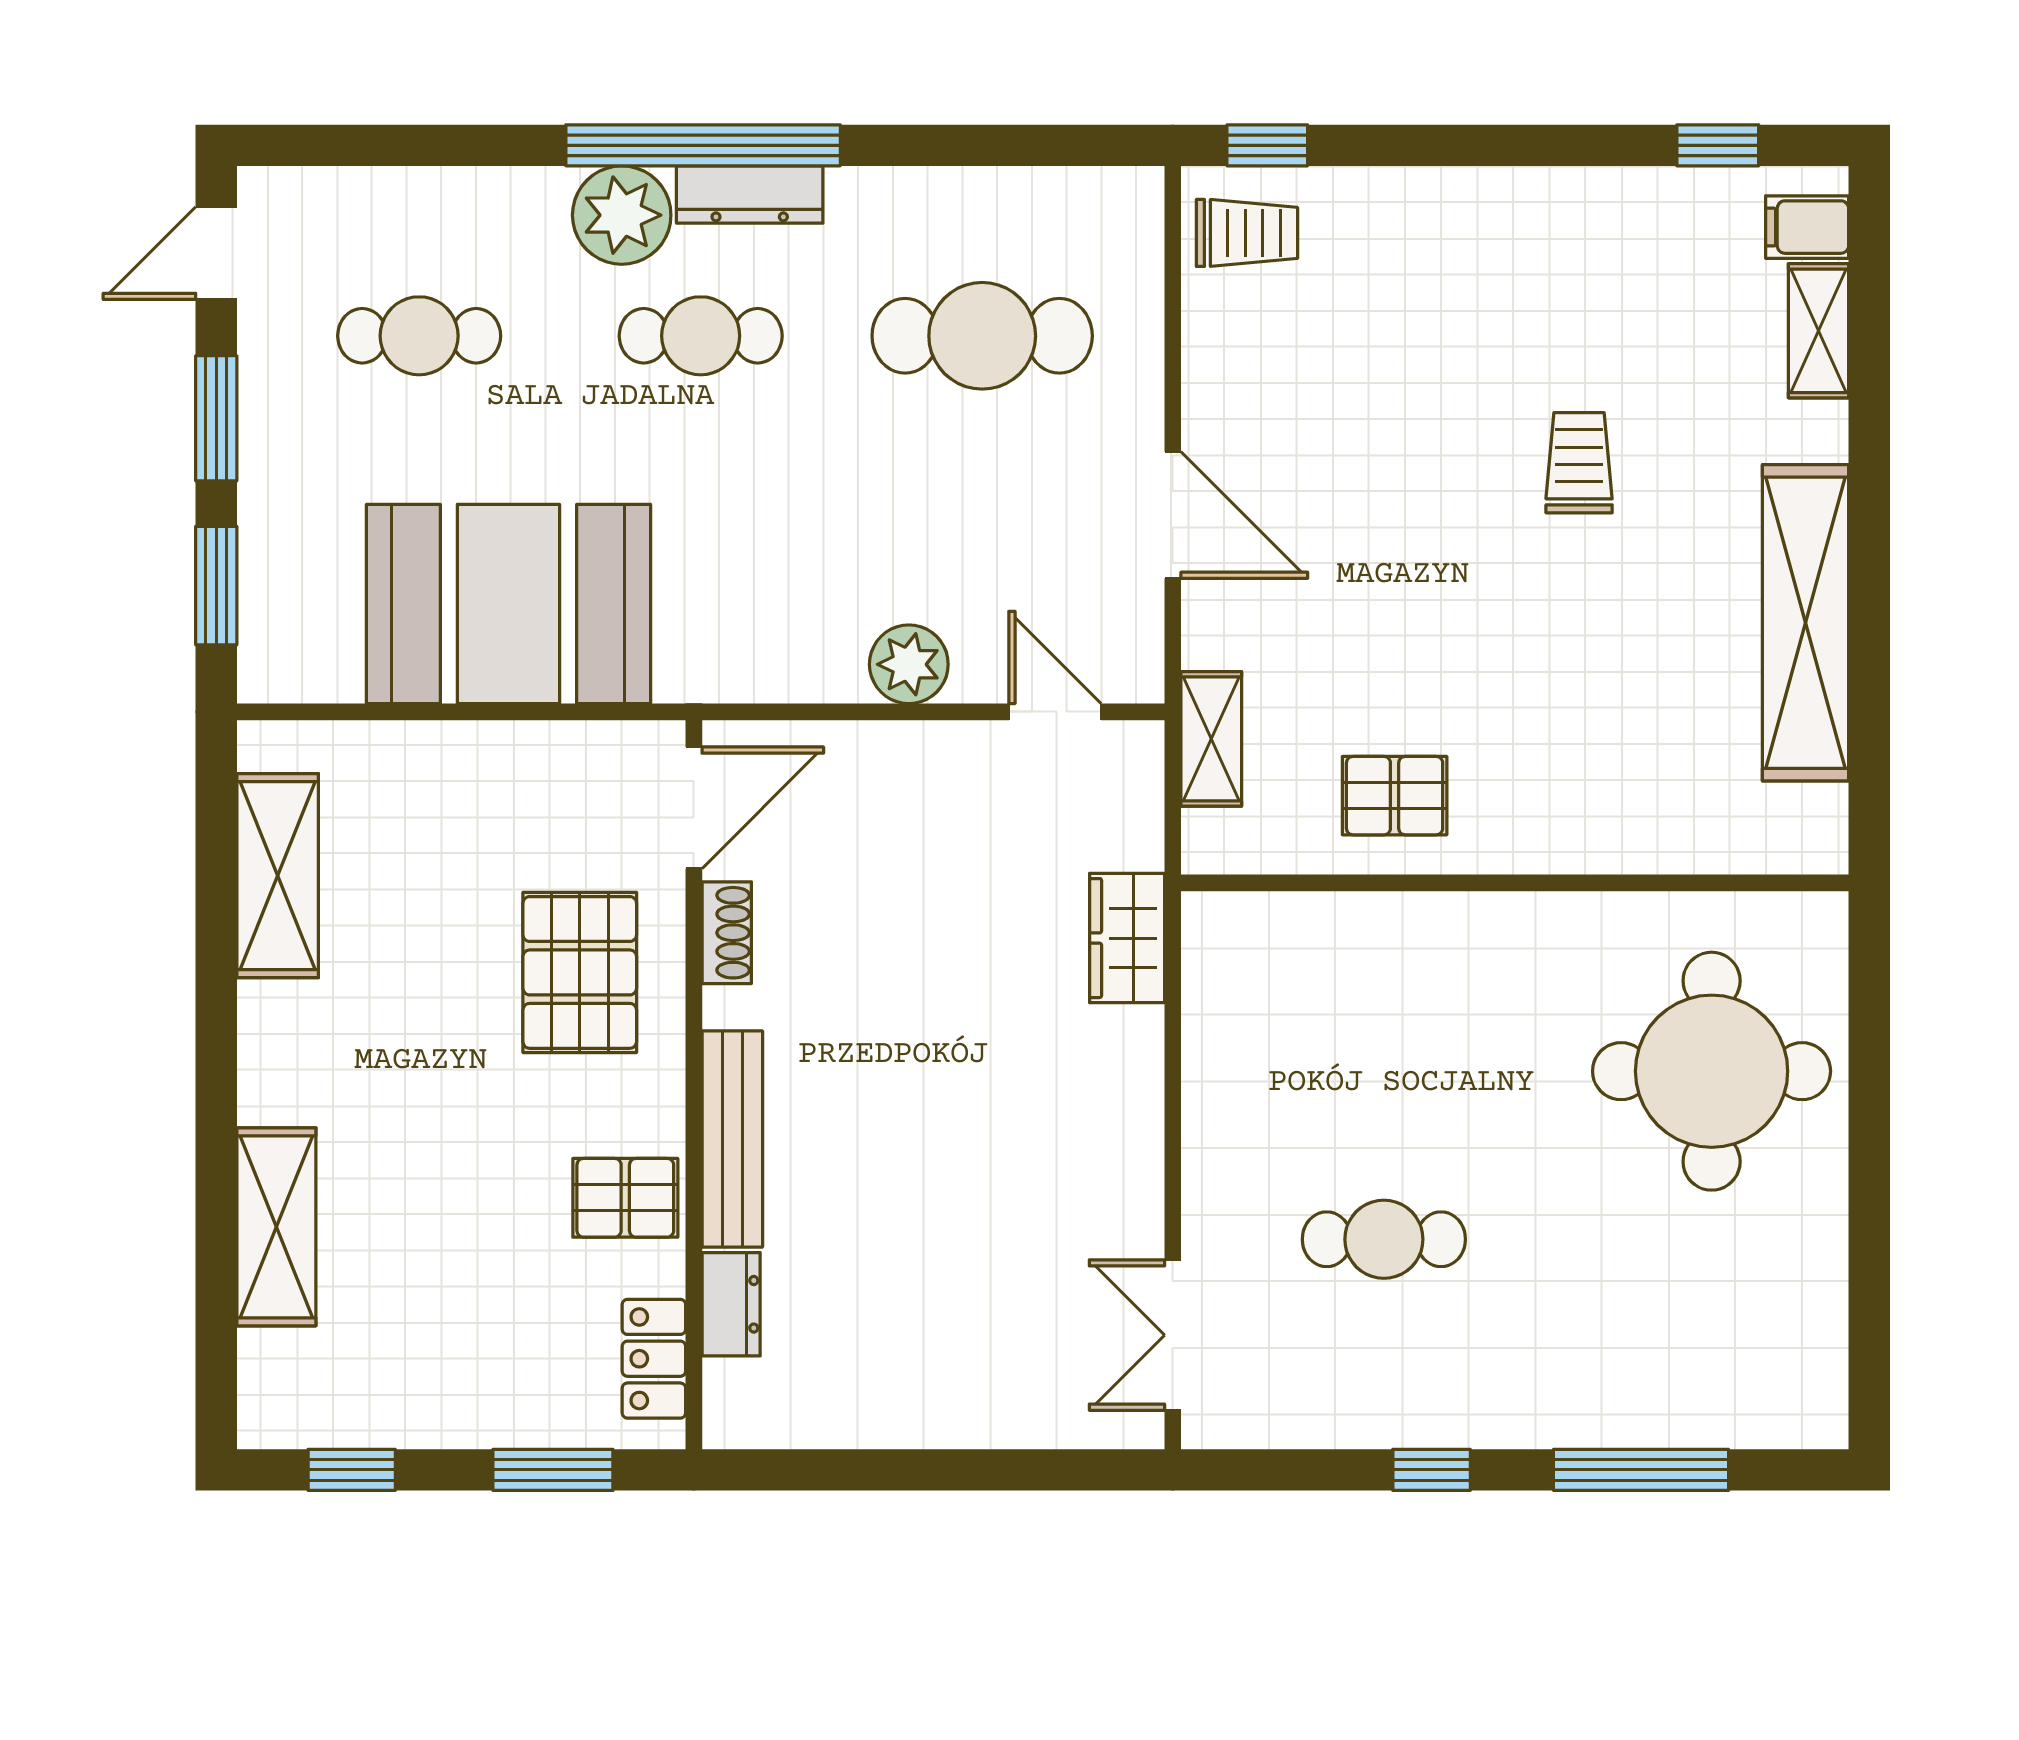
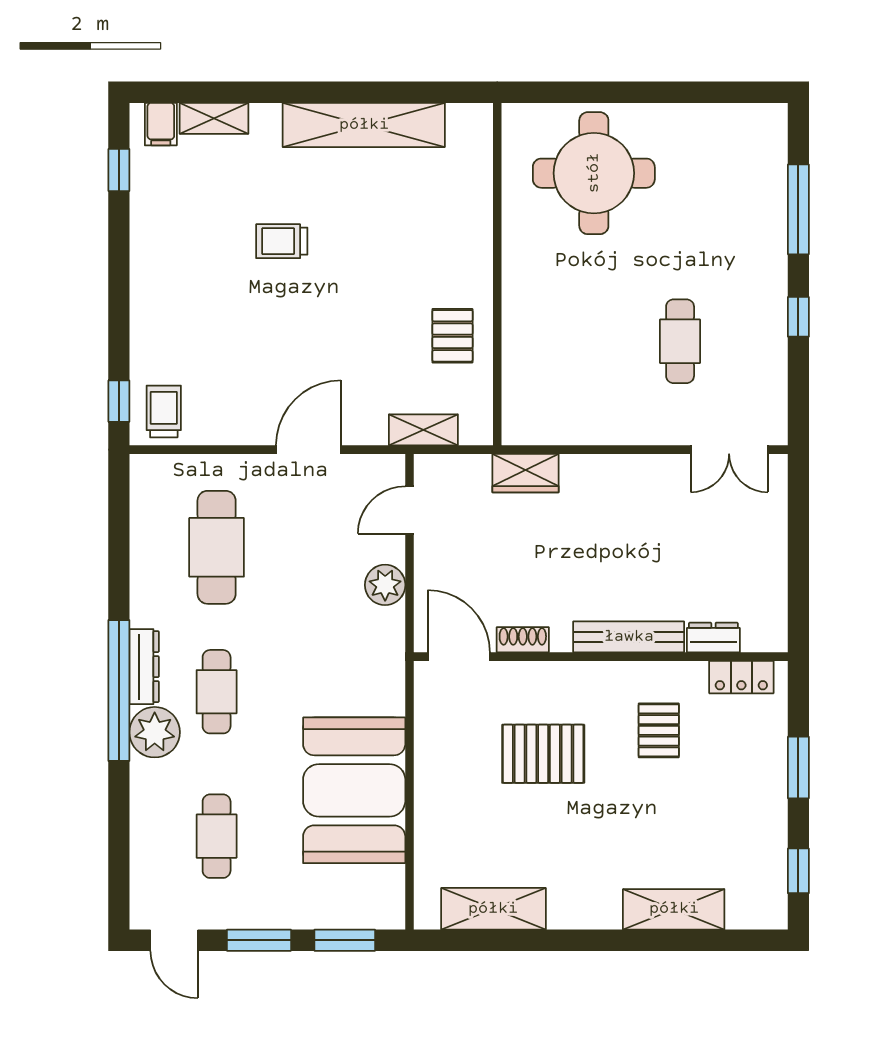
door: (694, 808) -> (459, 657), moved
shoe rack: (727, 933) -> (523, 640), moved
wall: (694, 1085) -> (601, 657), moved
bench: (732, 1139) -> (629, 637), moved
dresser: (731, 1304) -> (713, 638), moved
locker: (654, 1359) -> (741, 677), moved

